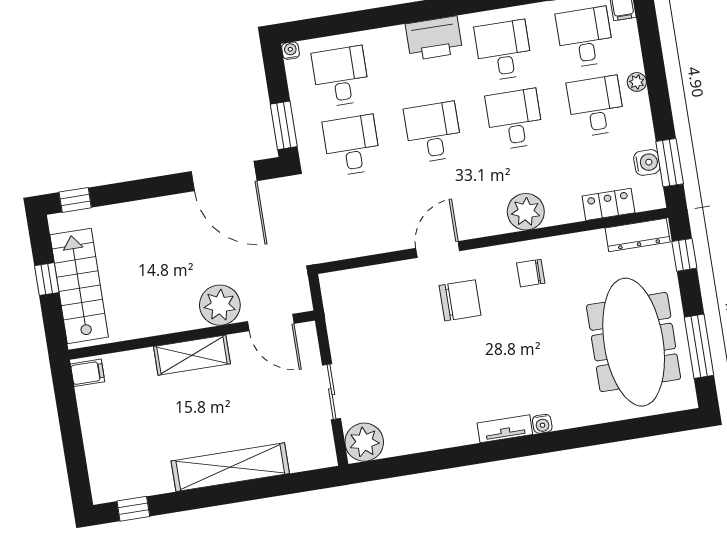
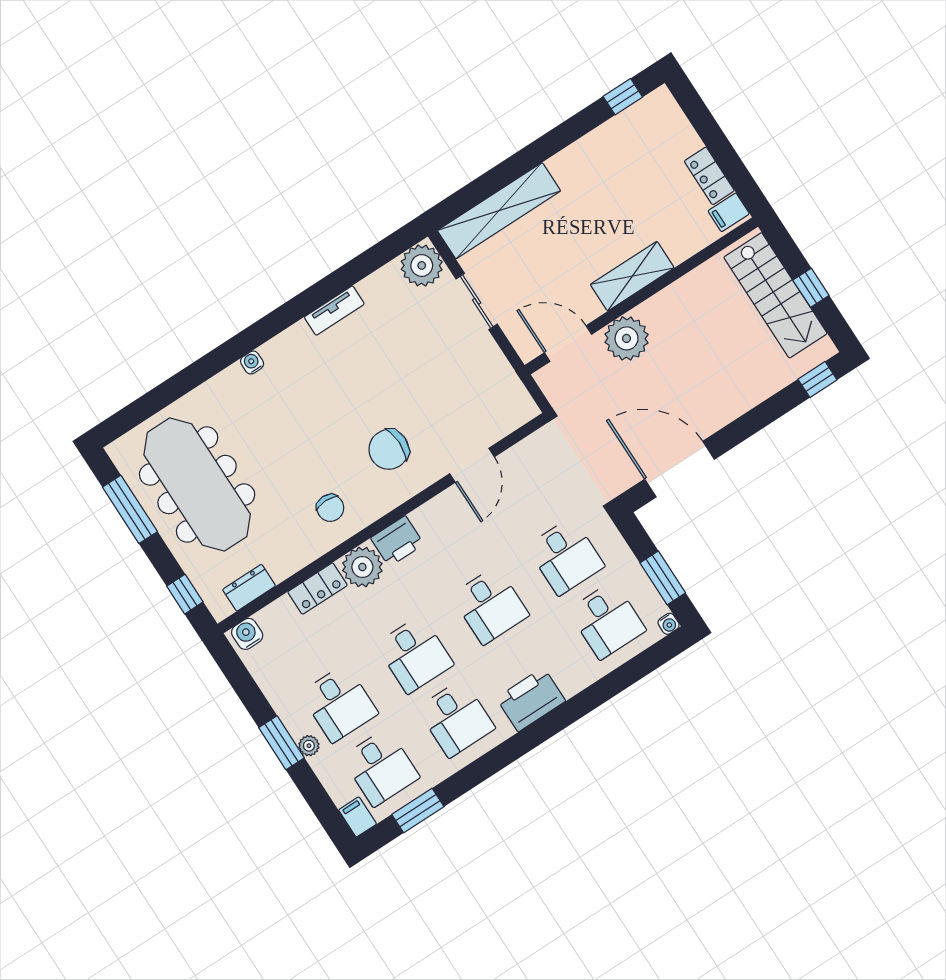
window: (284, 125) -> (663, 578), moved
water cooler: (647, 162) -> (247, 634), moved, turned 90
window: (670, 163) -> (281, 743), moved
locker: (608, 204) -> (317, 589), moved
printer: (487, 220) -> (397, 541), added
dresser: (638, 235) -> (249, 588), width x0.70
door: (438, 250) -> (472, 465), moved
chair: (531, 273) -> (330, 508), turned 90
locker: (90, 410) -> (709, 176), added
tv unit: (505, 429) -> (334, 311), moved
shelving: (230, 467) -> (499, 211), moved

